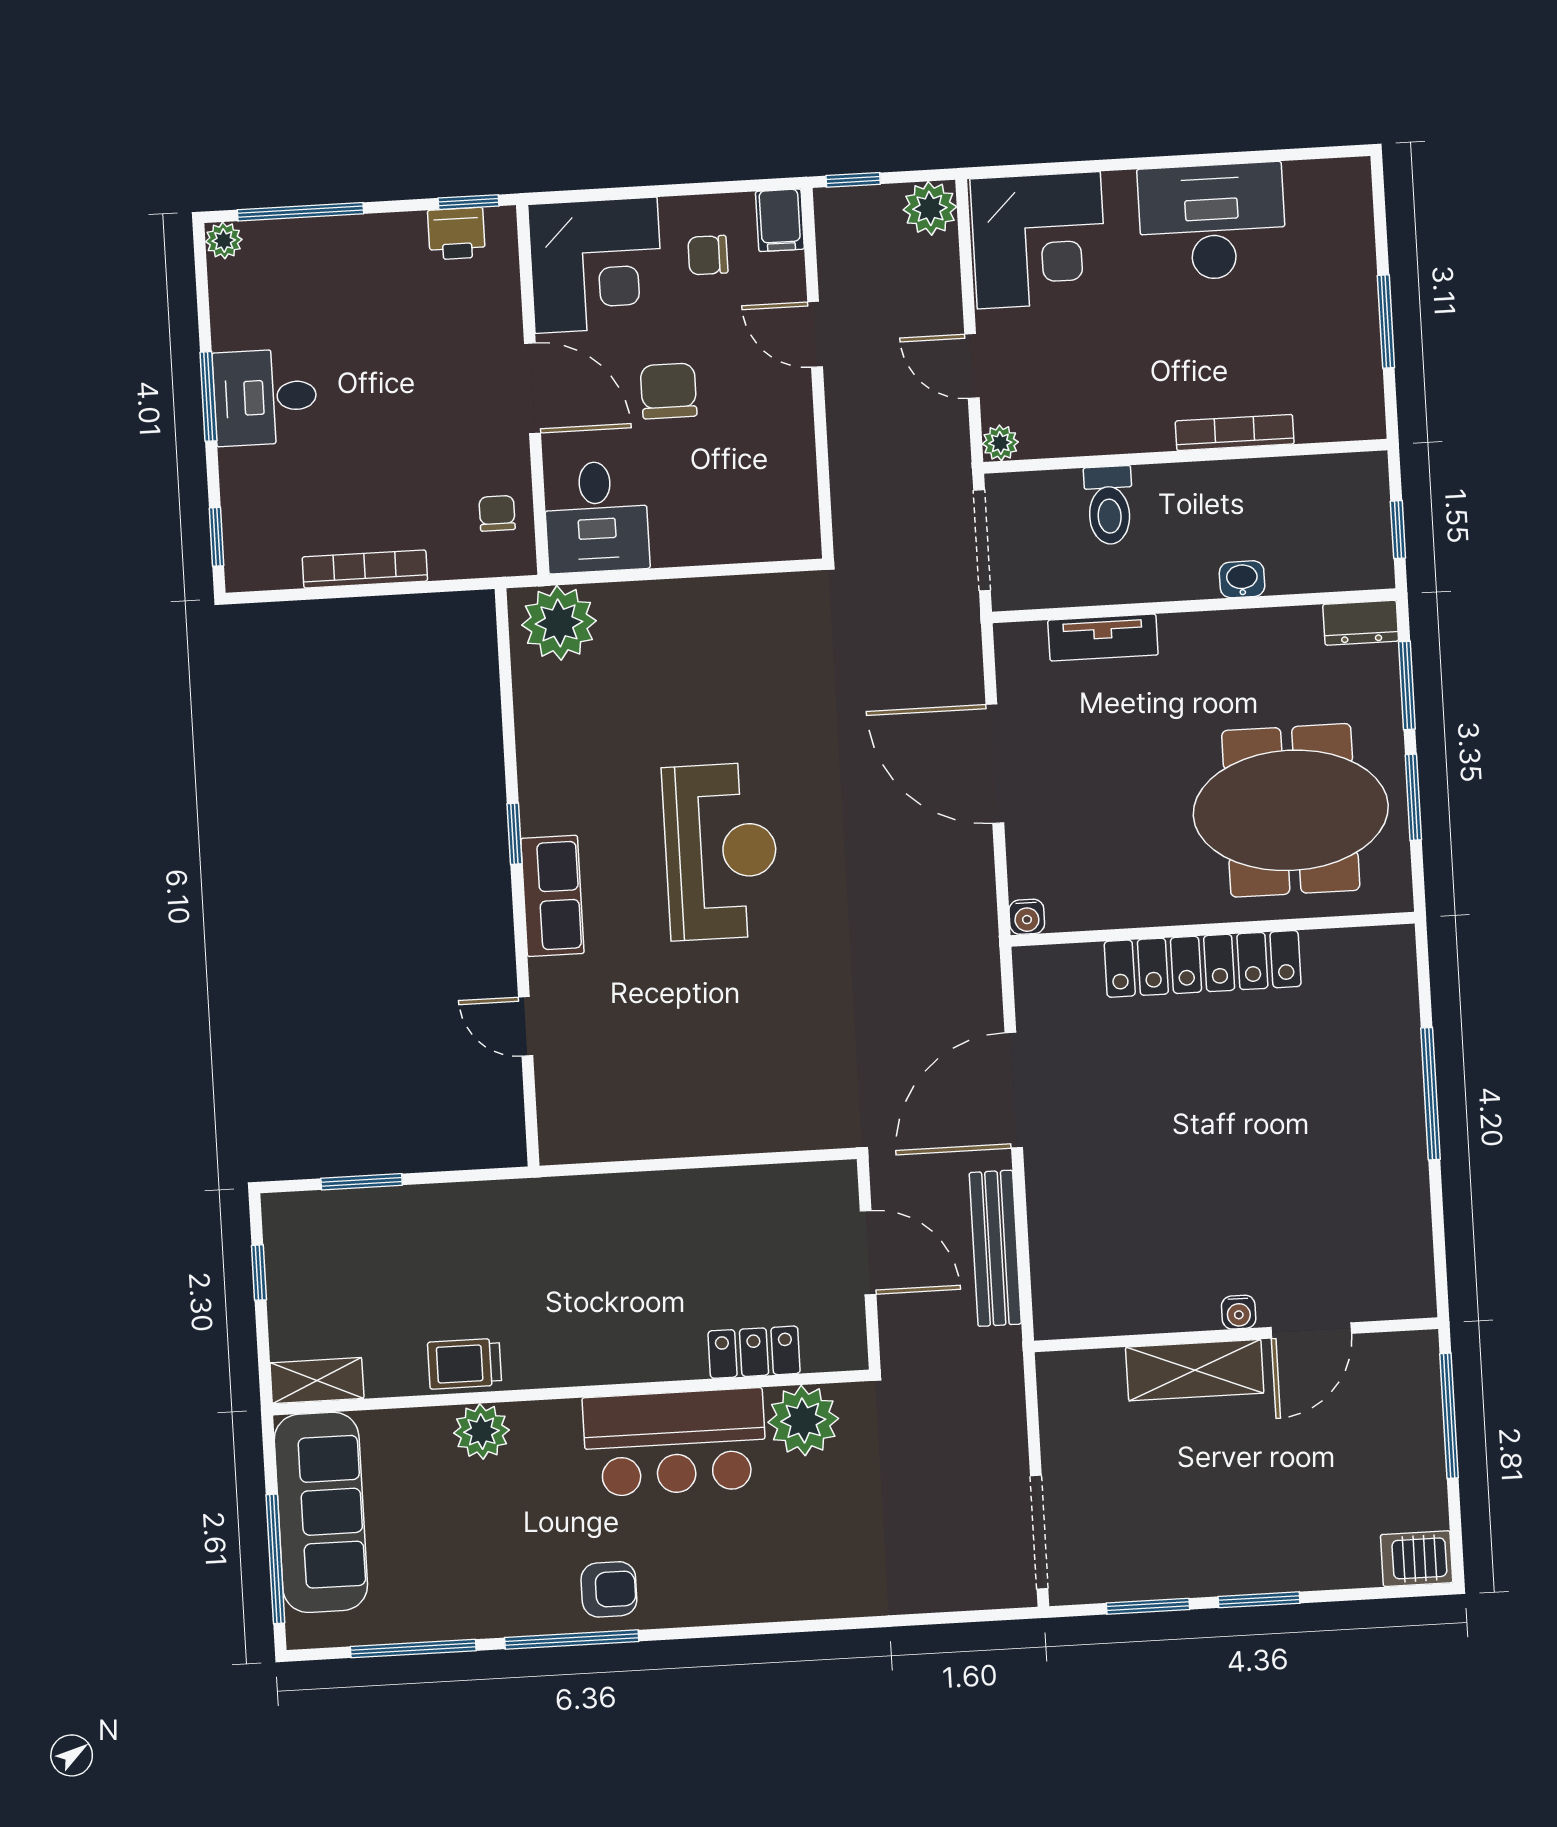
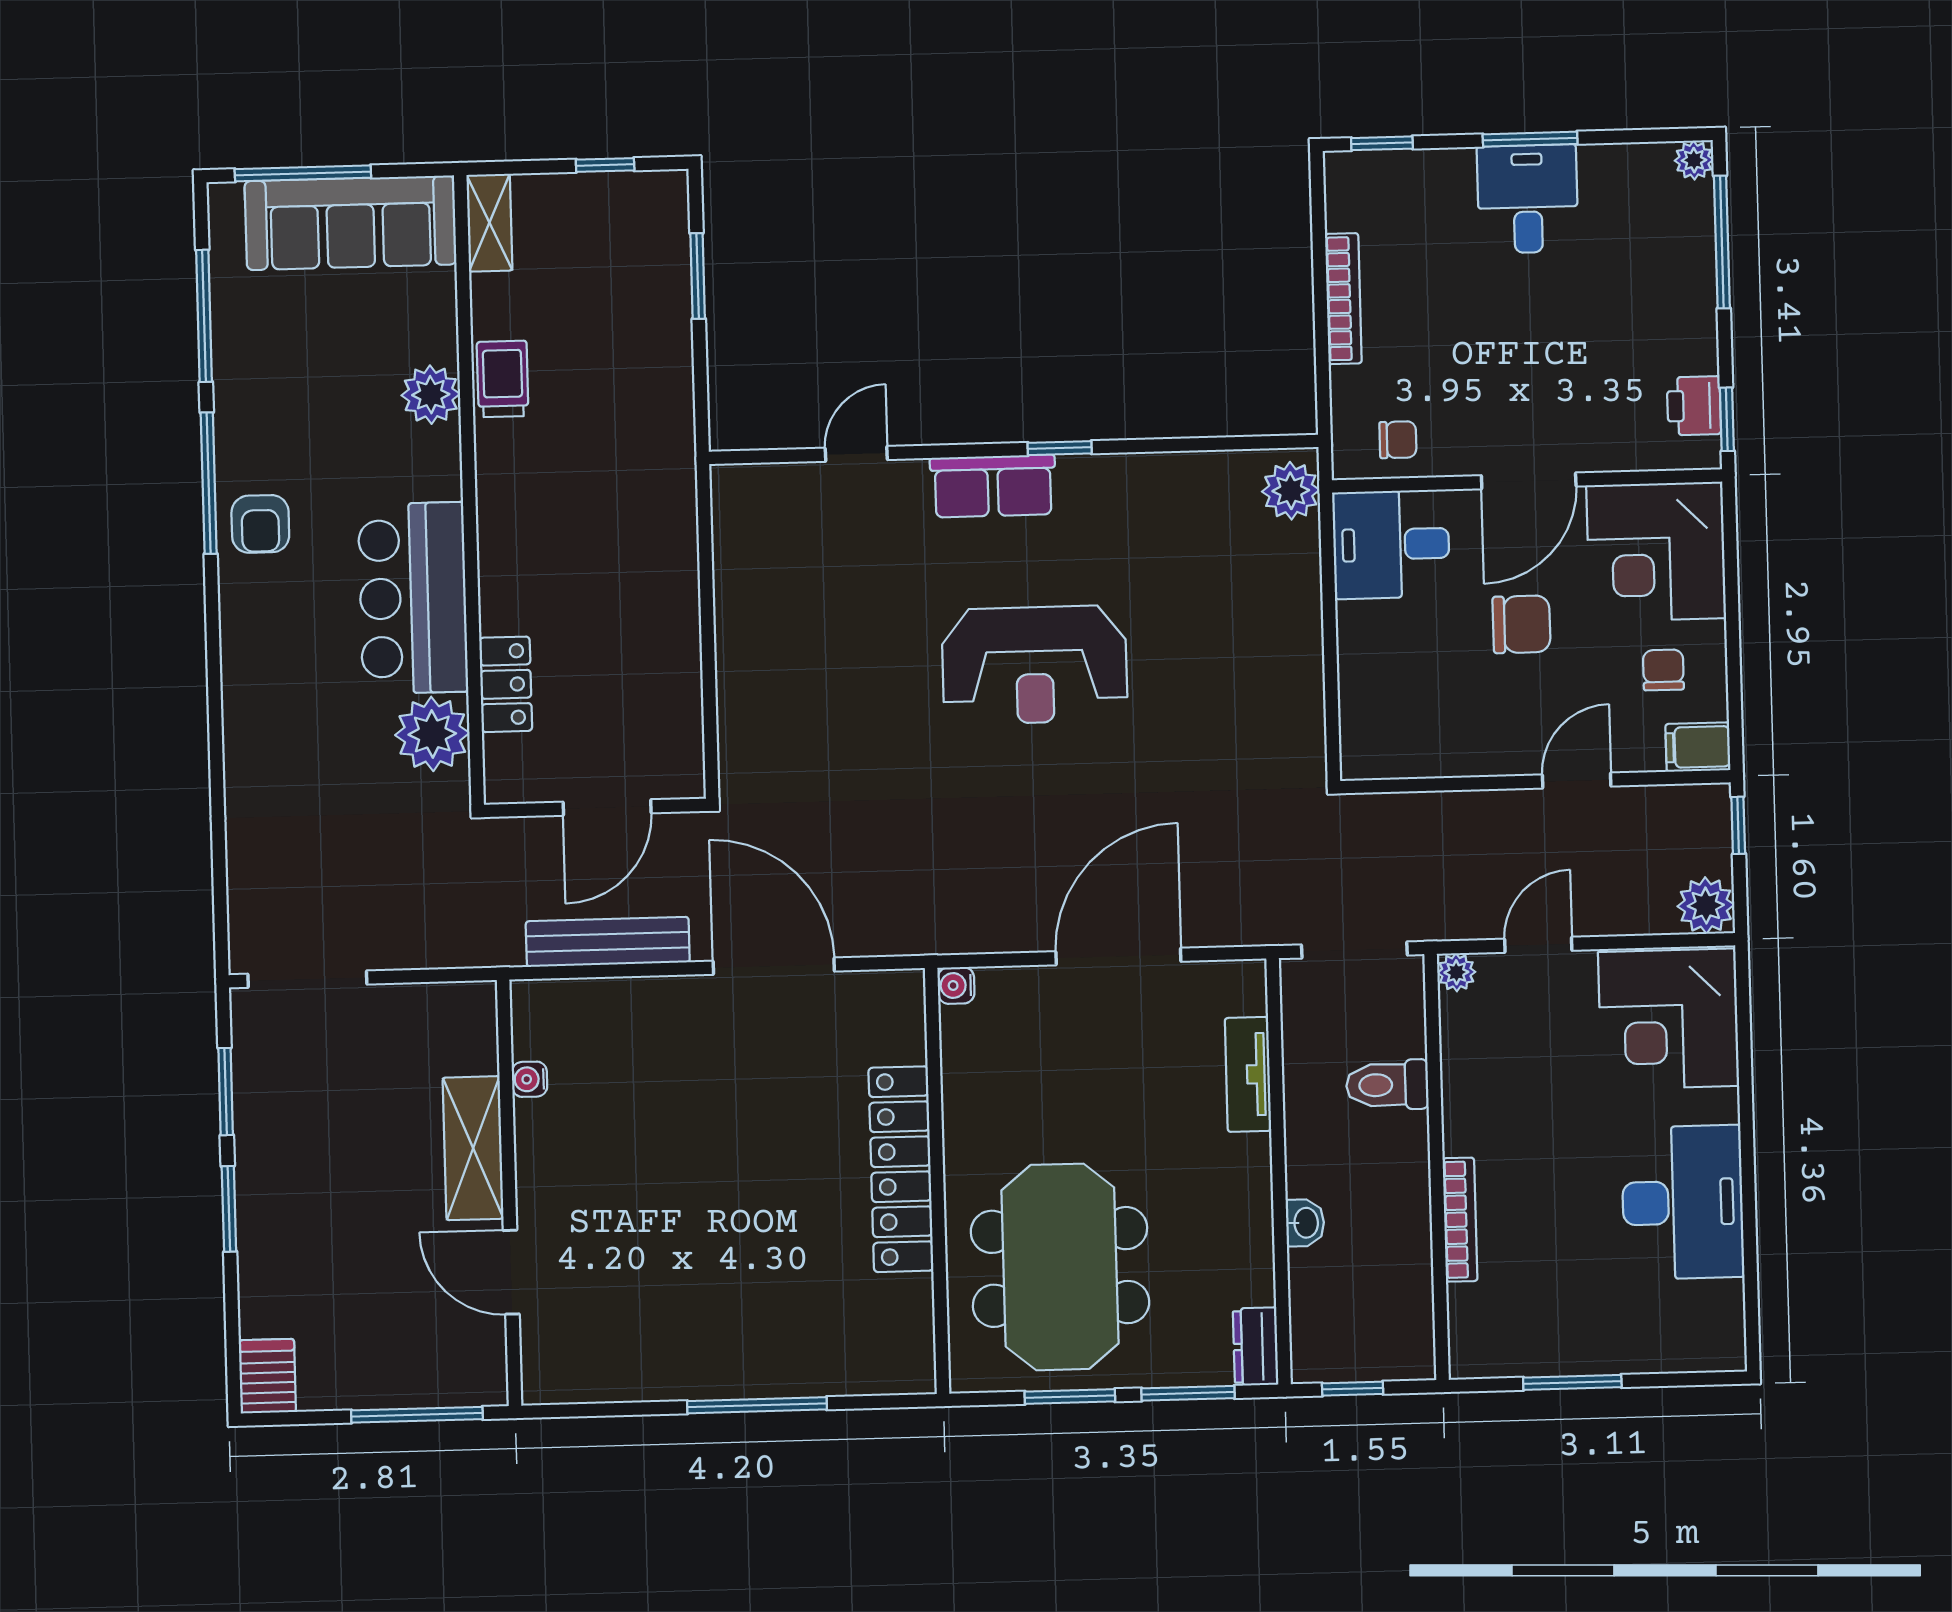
plant: (559, 623) -> (1291, 491), width x0.73, depth x0.73
water cooler: (1239, 1312) -> (529, 1079), moved

